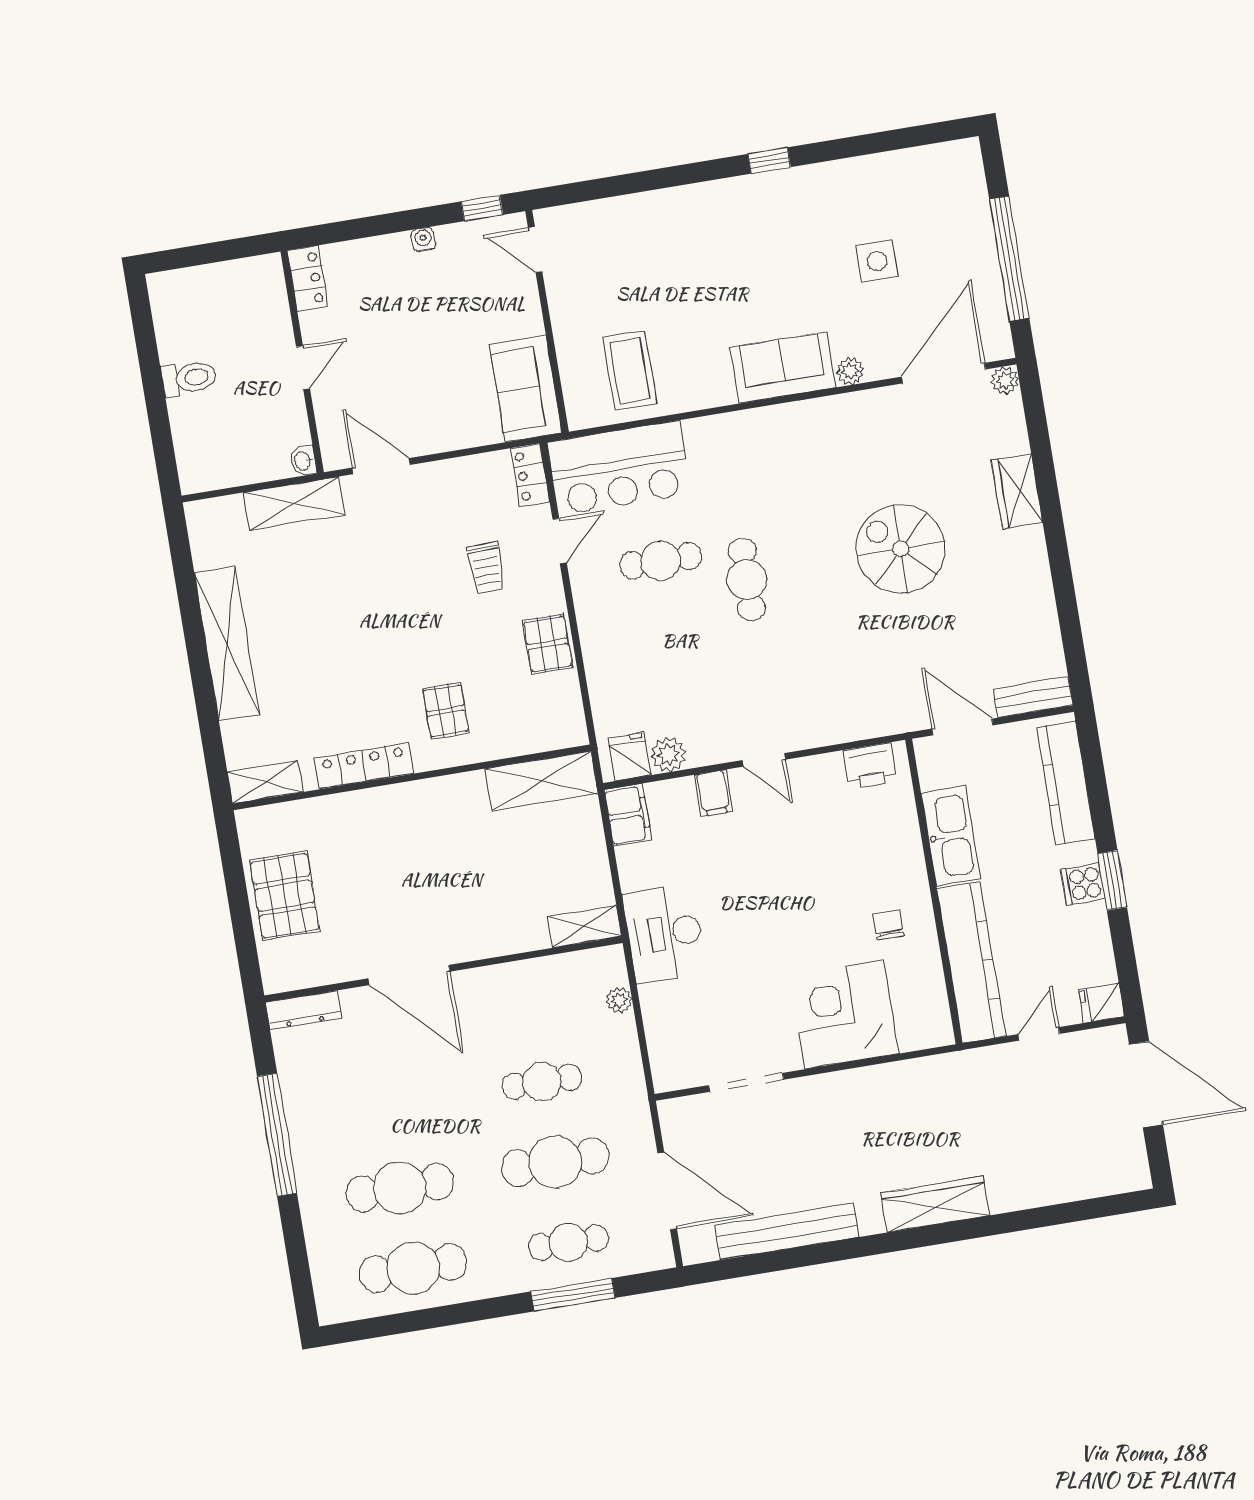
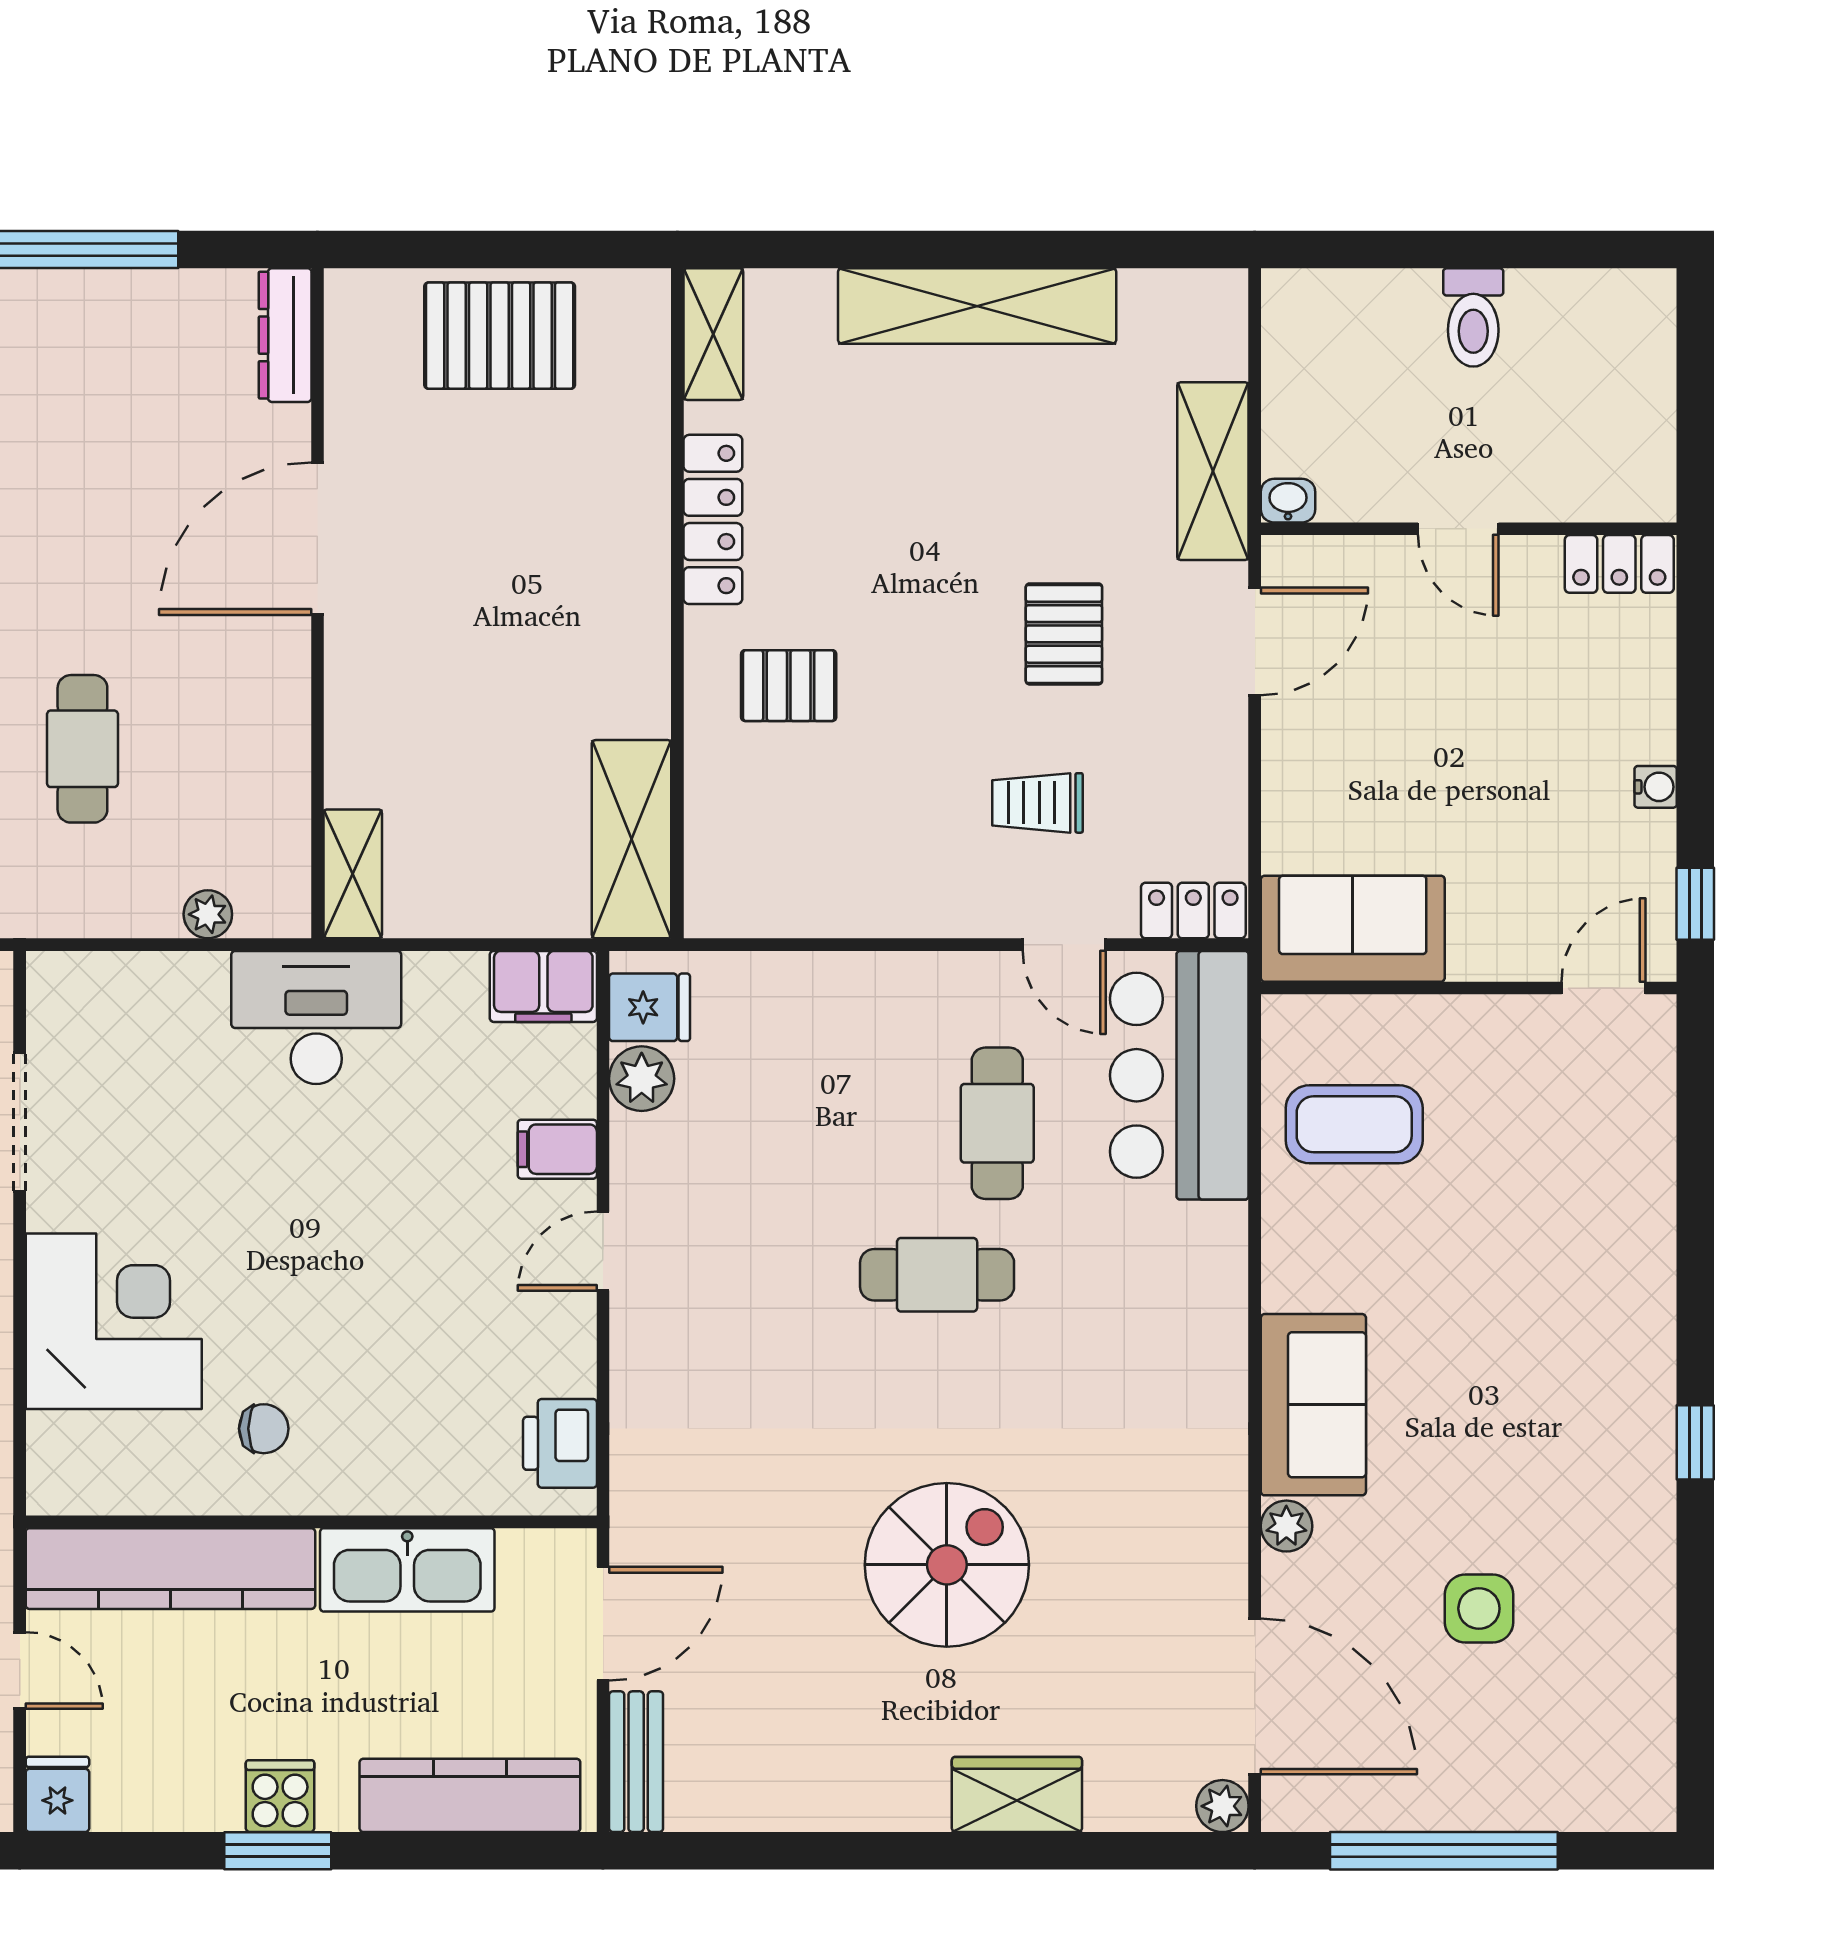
pallet: (548, 644) -> (1064, 634), moved, turned 90

